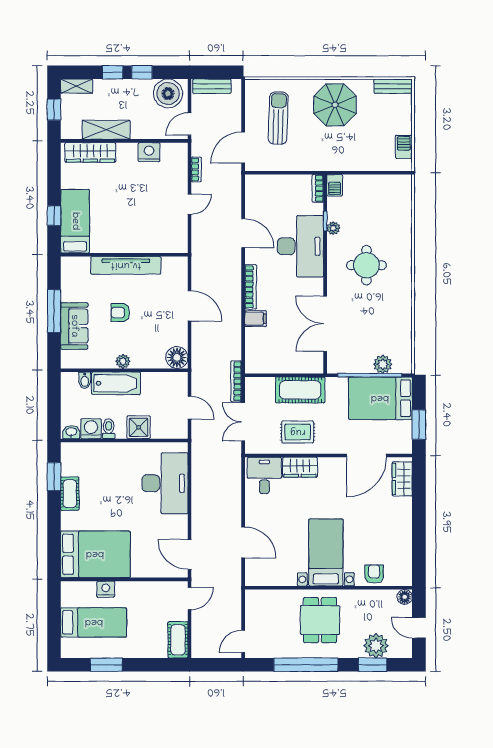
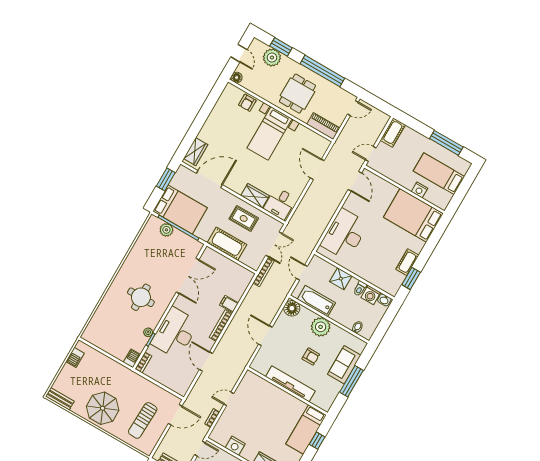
plant: (123, 361) -> (321, 327), width x1.88, depth x1.88
bathtub: (116, 383) -> (316, 301), moved
piano: (266, 599) -> (323, 126), added
window: (106, 665) -> (446, 143), width x1.44

